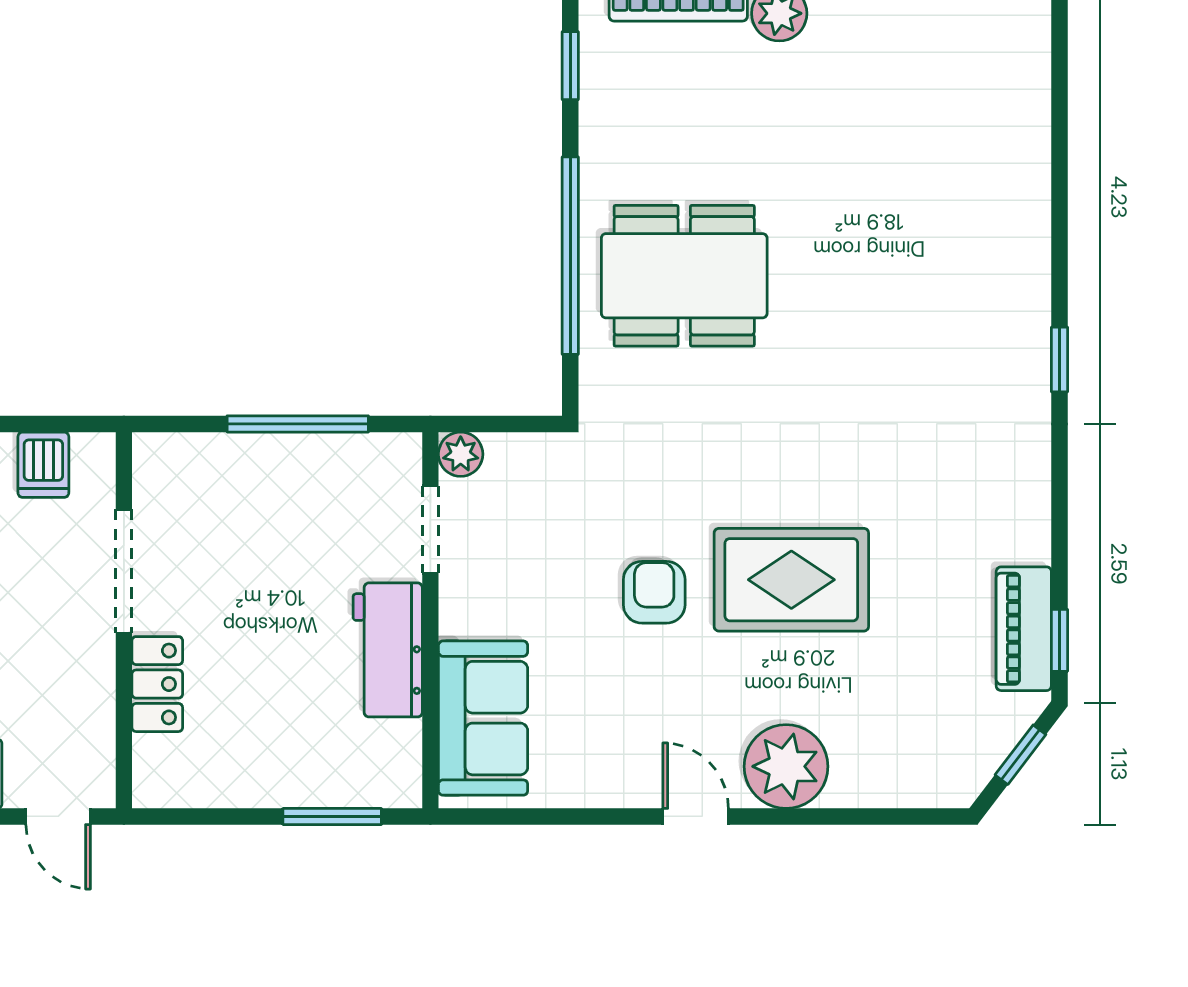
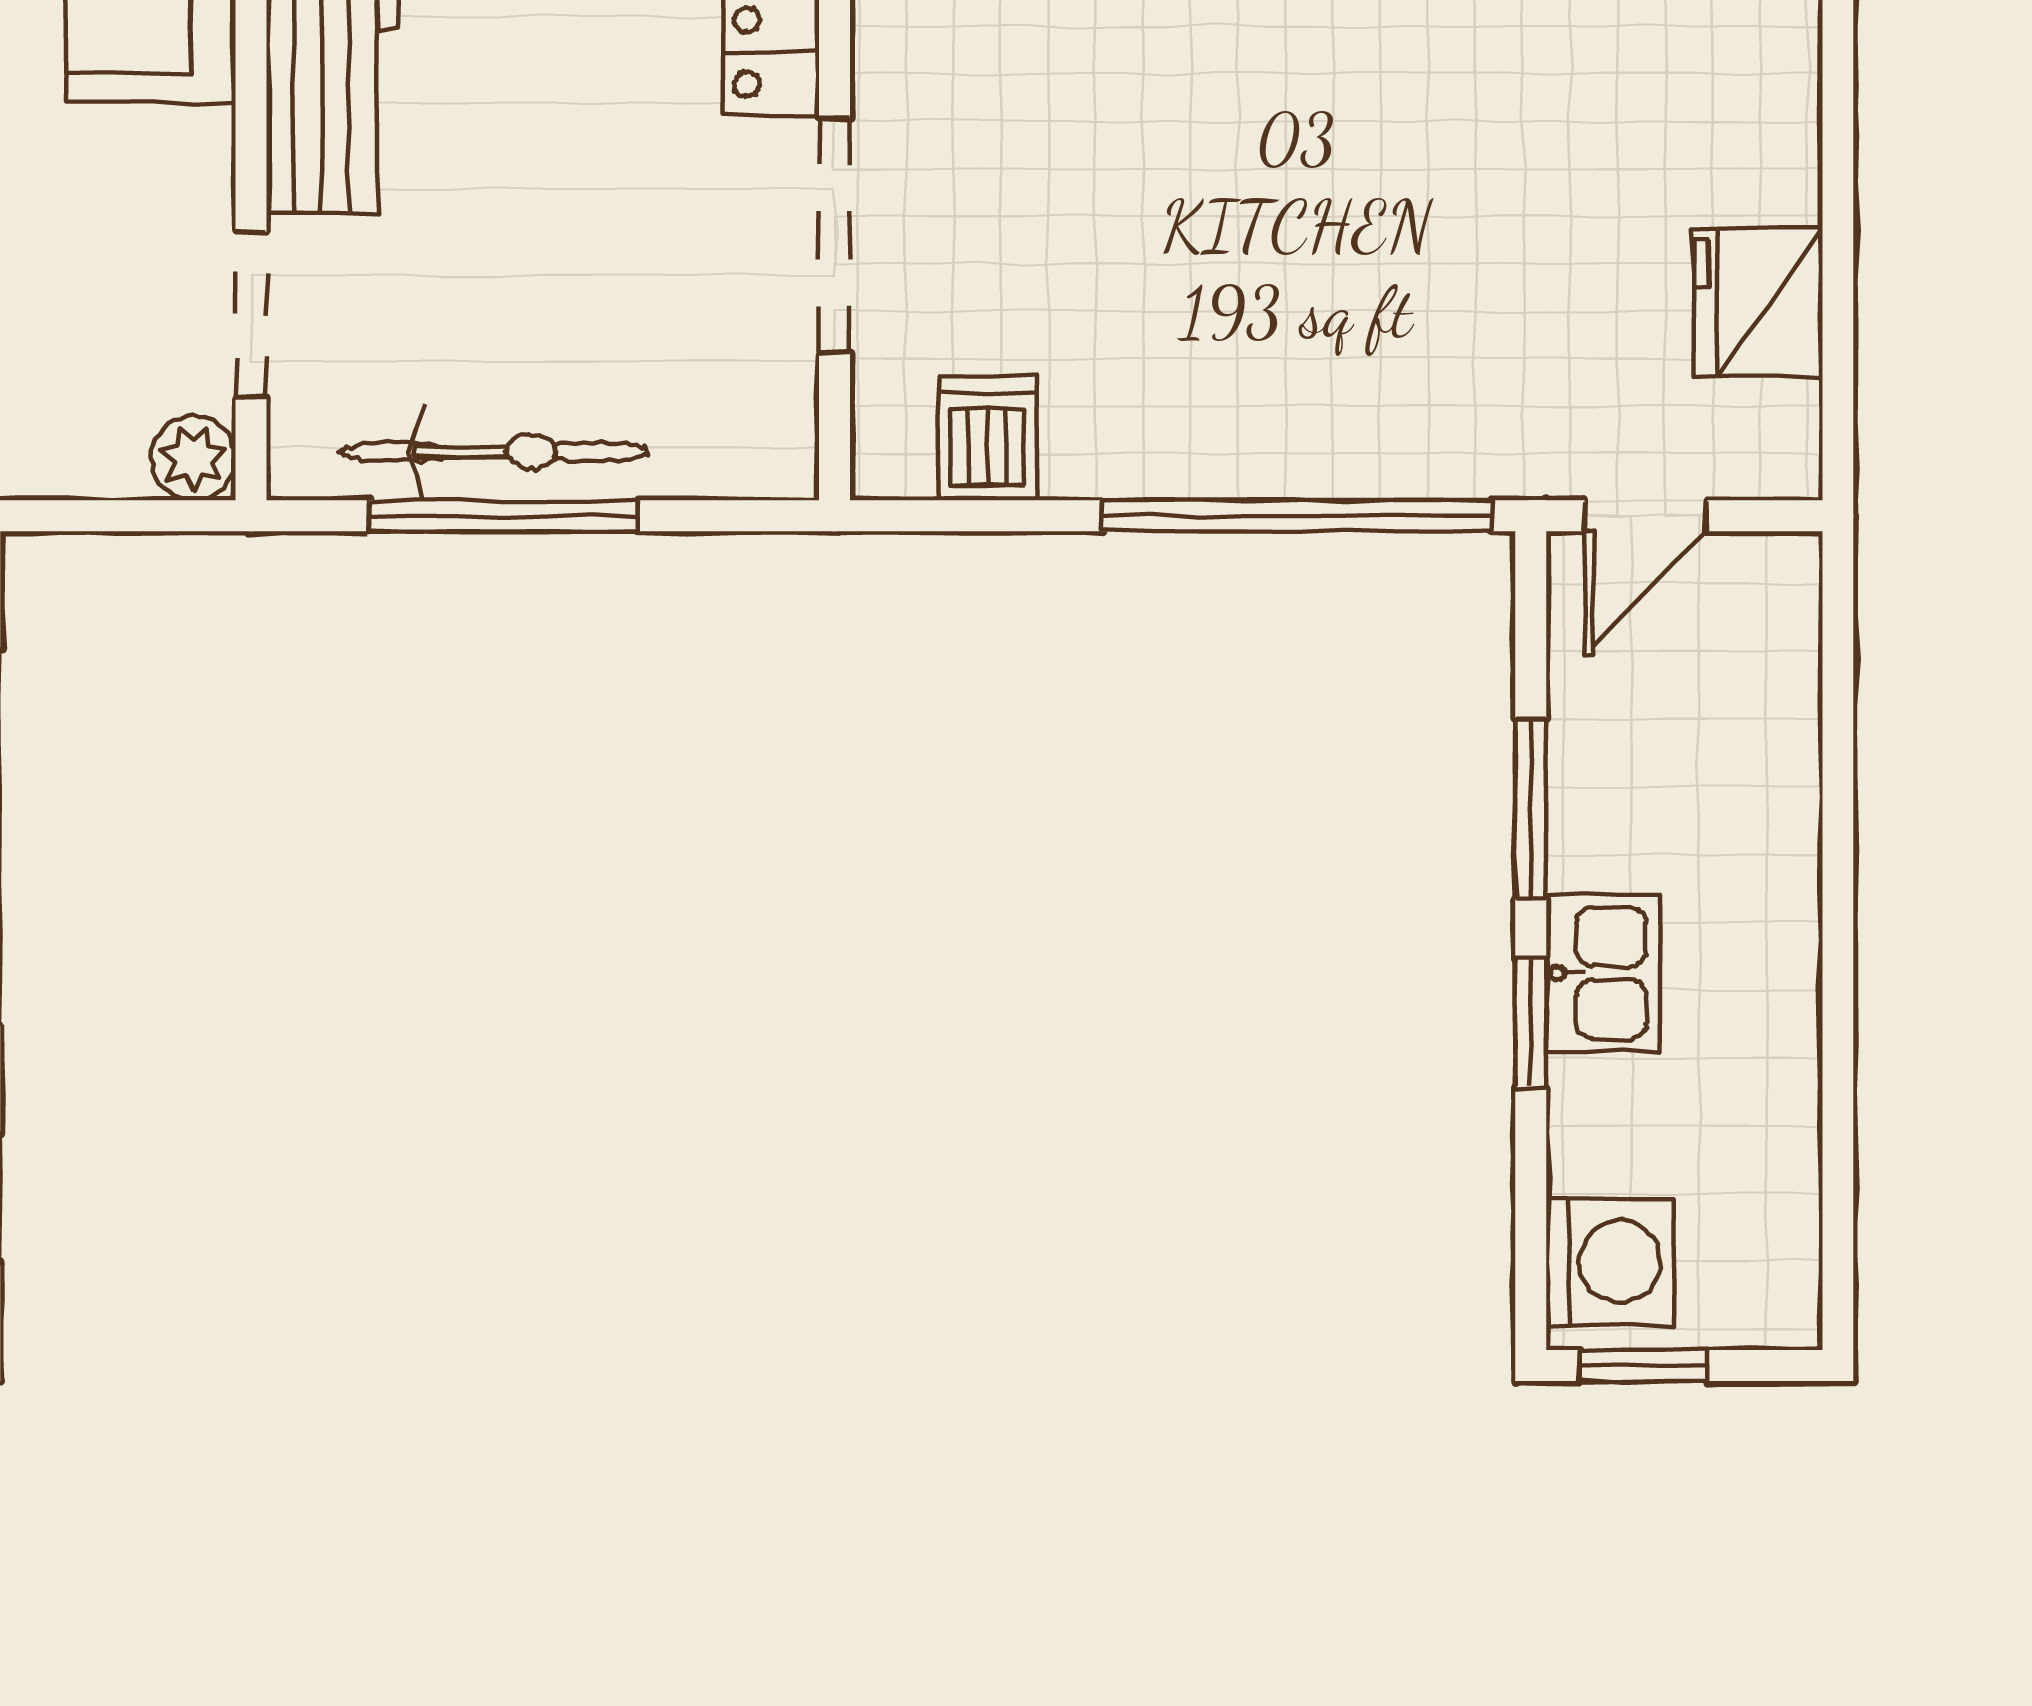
bicycle: (303, 458) -> (494, 452), added

